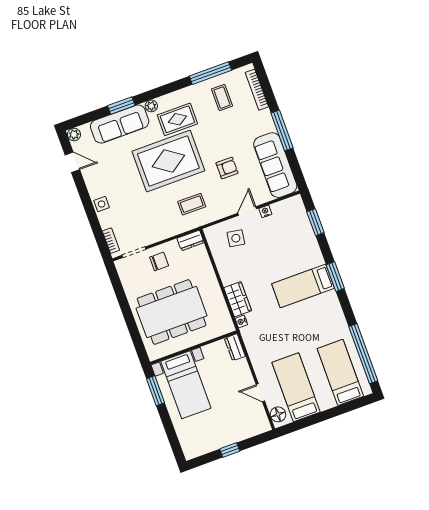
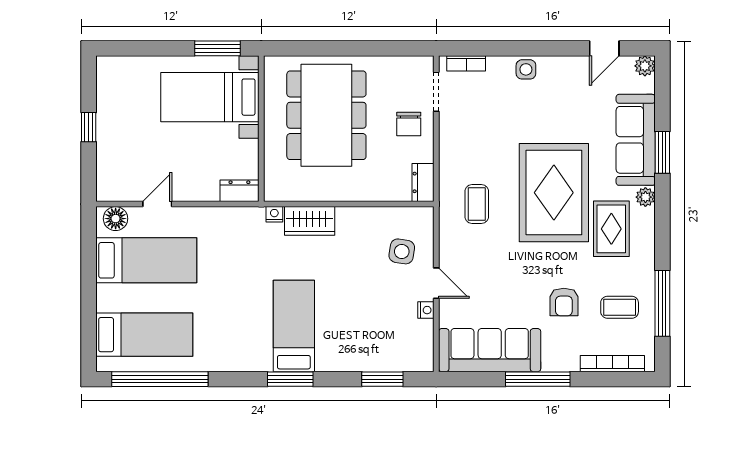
armchair: (227, 168) -> (564, 302), moved

